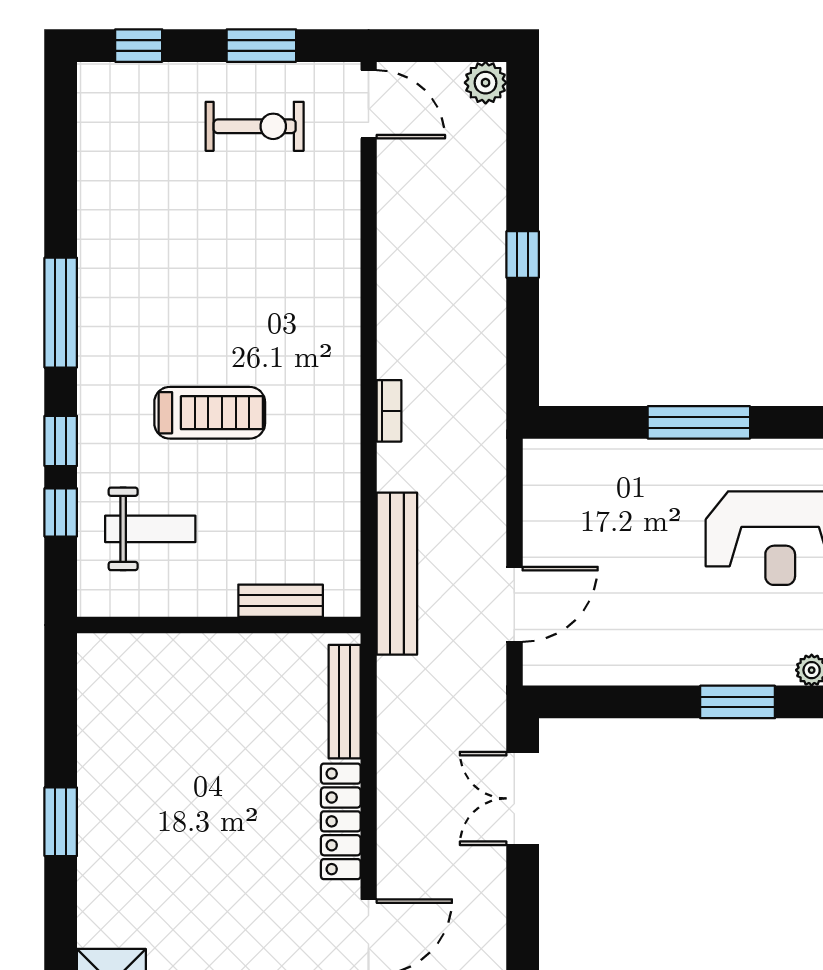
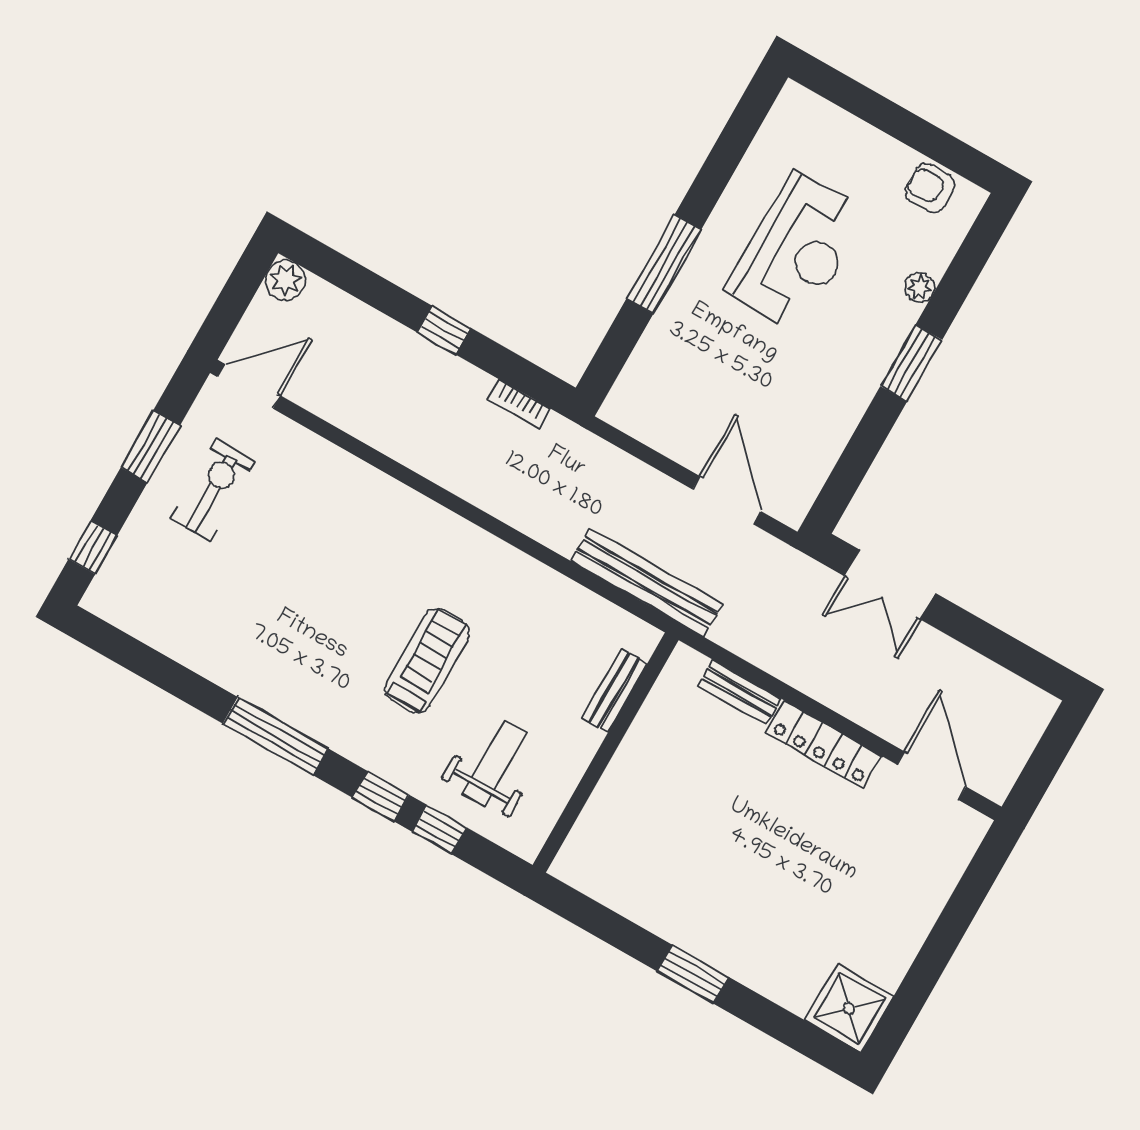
bookcase: (389, 411) -> (519, 404), moved, turned 180
bench: (345, 702) -> (740, 692), width x0.73

